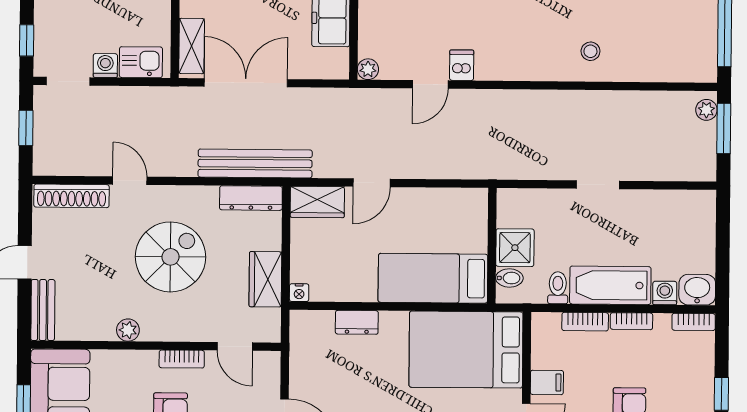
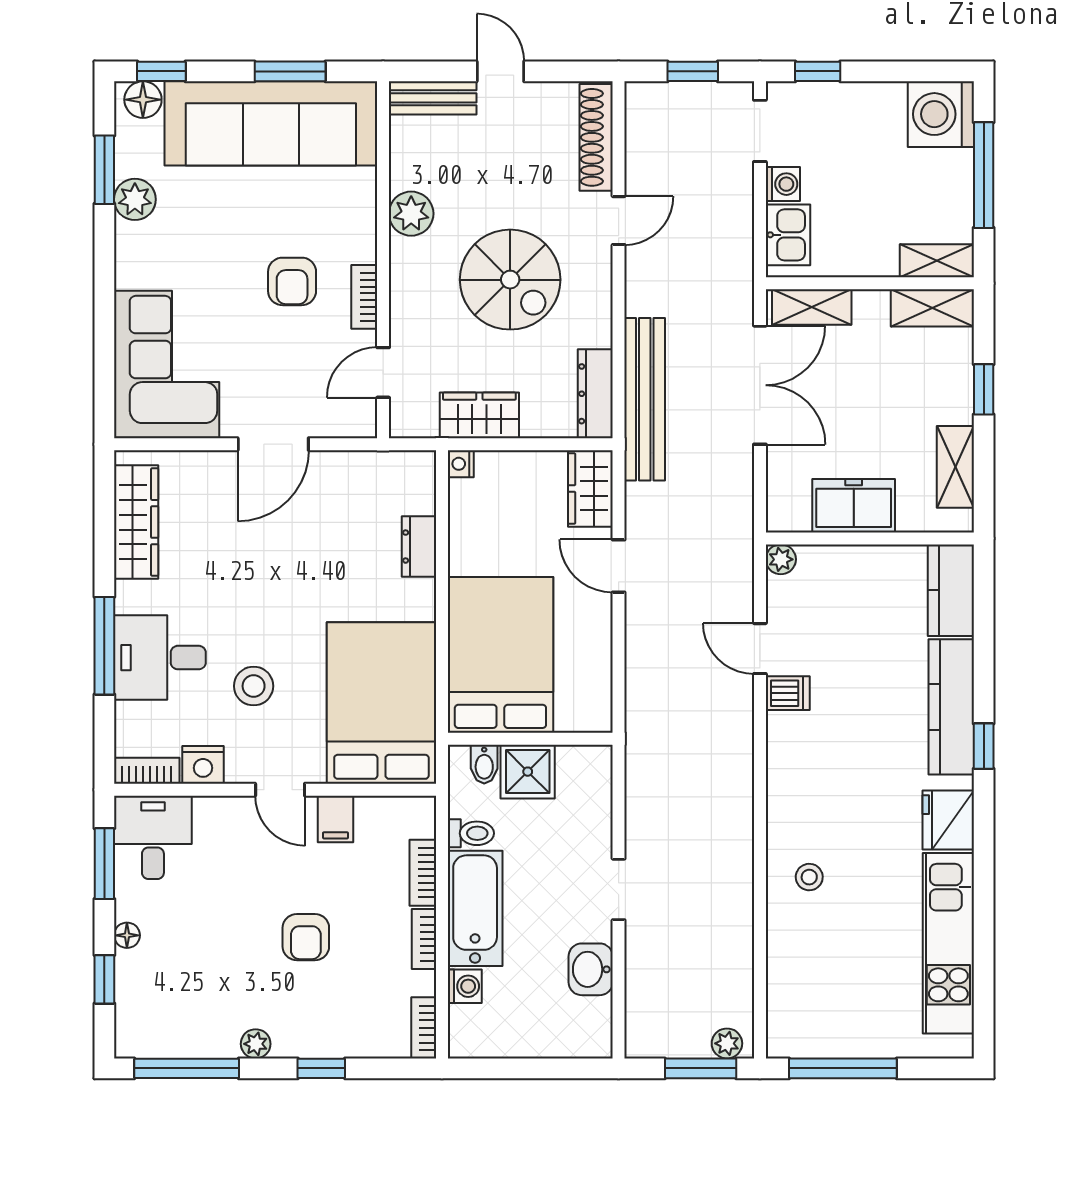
bed: (433, 278) -> (500, 655), width x1.50
washbasin: (697, 290) -> (591, 969), moved, turned 180
plant: (128, 330) -> (411, 214), width x1.38, depth x1.38

